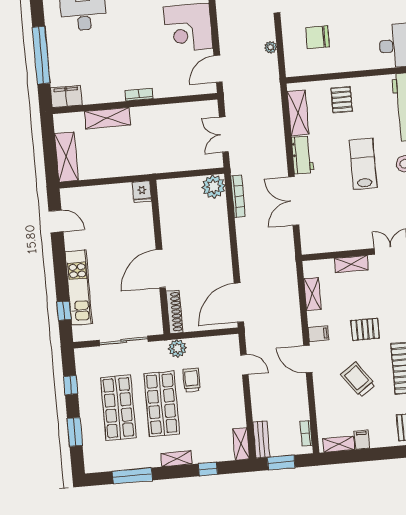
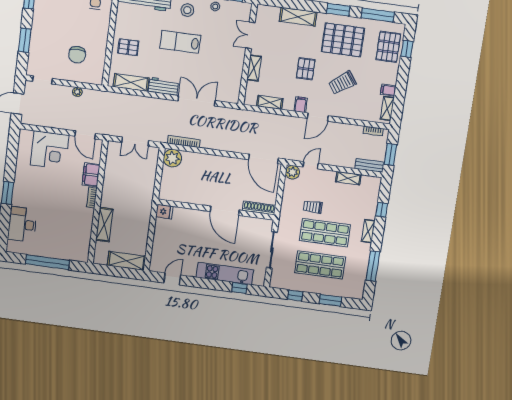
filing cabinet: (66, 96) -> (91, 175), moved
double door: (294, 201) -> (197, 101), swing flipped
plant: (177, 348) -> (292, 172), moved
shelving: (241, 444) -> (348, 178), moved

